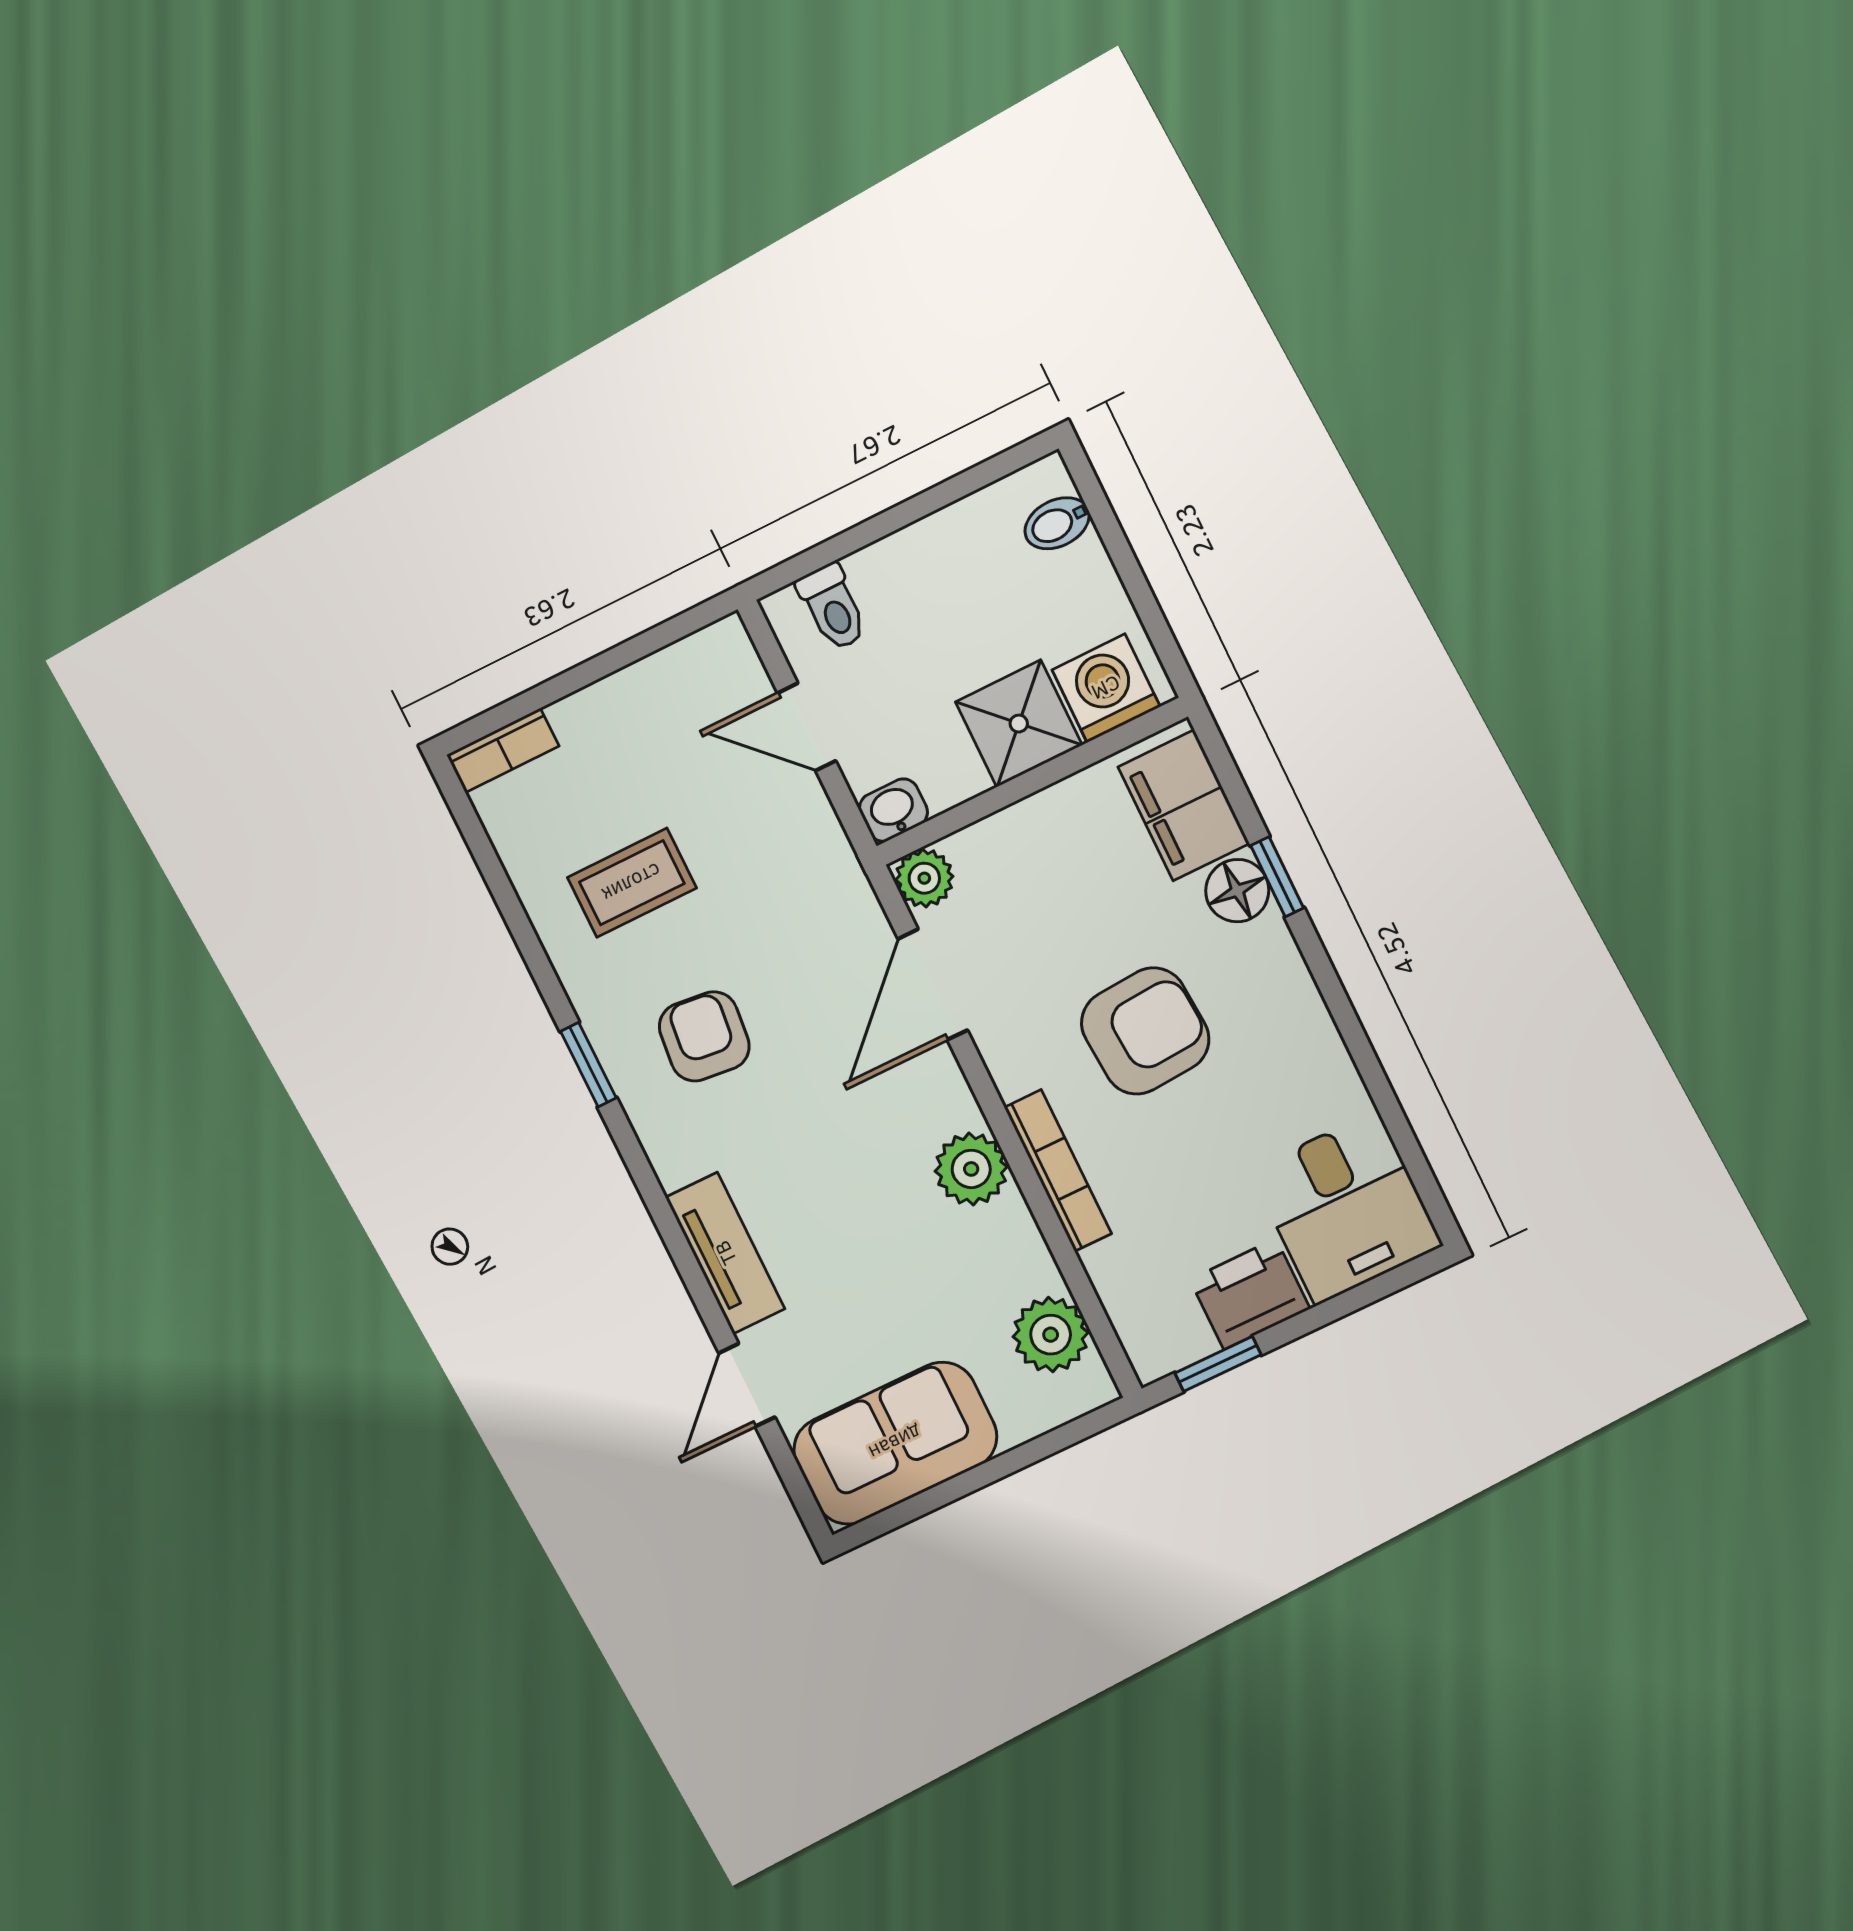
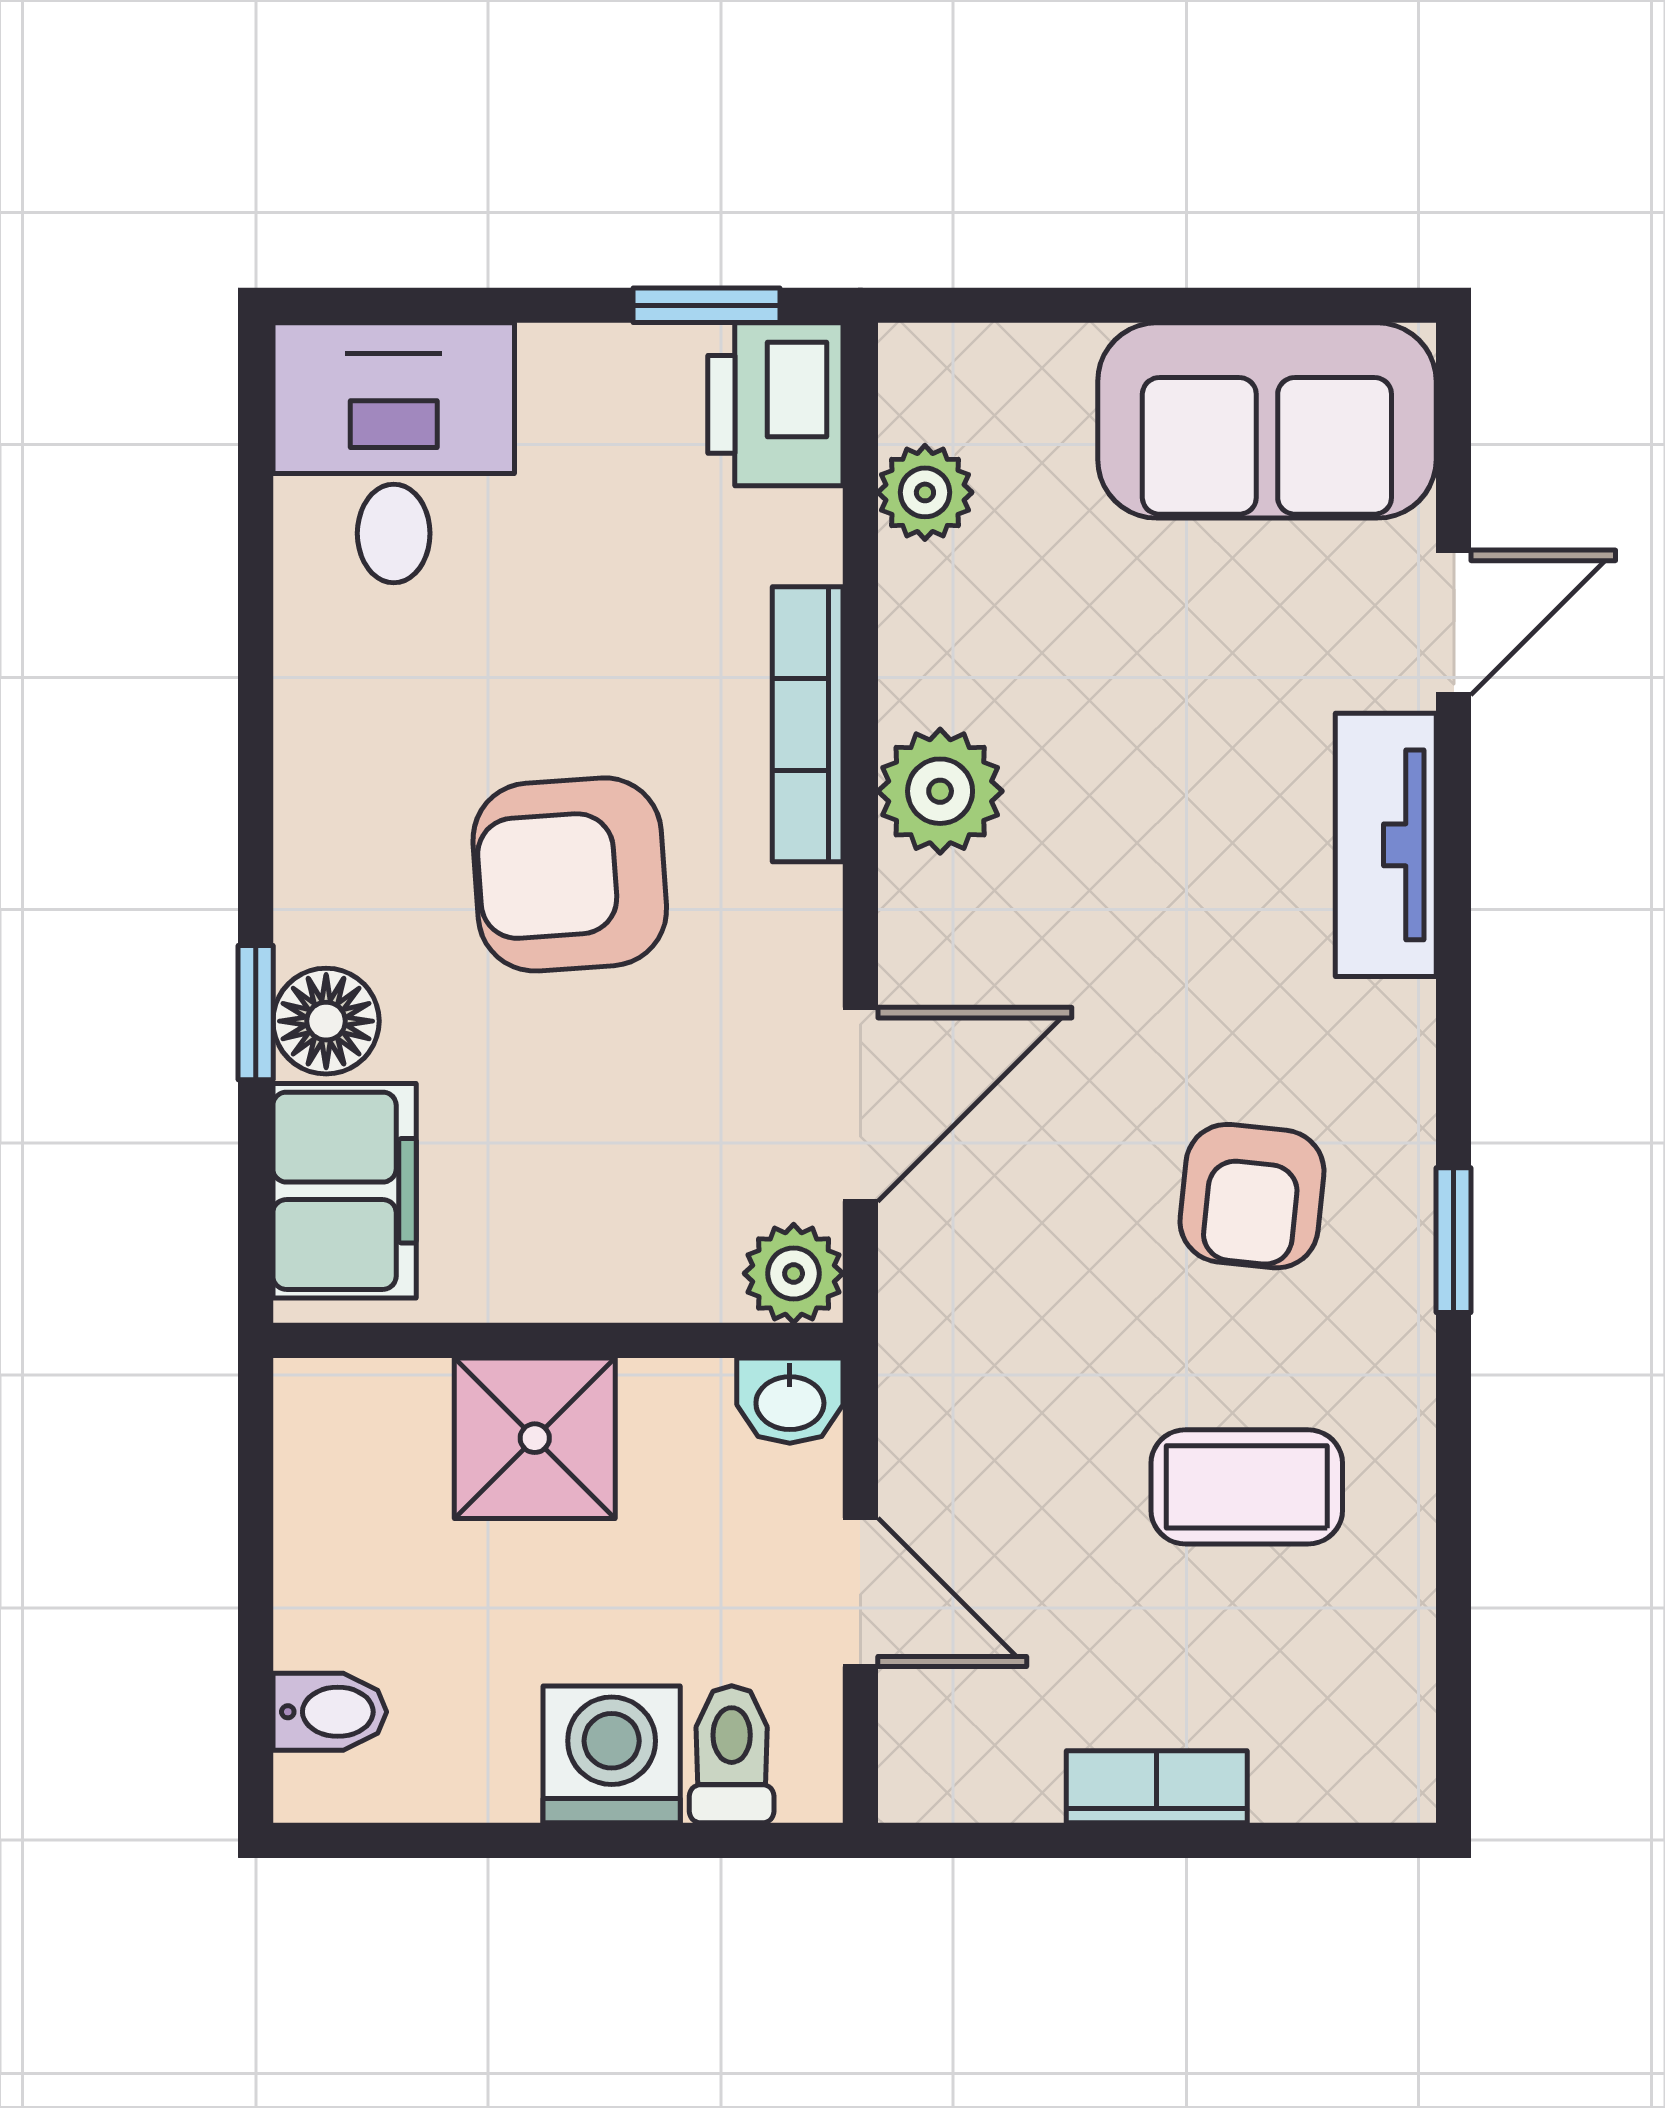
washing machine: (1106, 688) -> (612, 1754), moved, turned 180
bookcase: (503, 750) -> (1157, 1787), moved
printer: (1250, 1294) -> (775, 404), moved, turned 90
plant: (1051, 1335) -> (925, 492), width x0.73, depth x0.73

